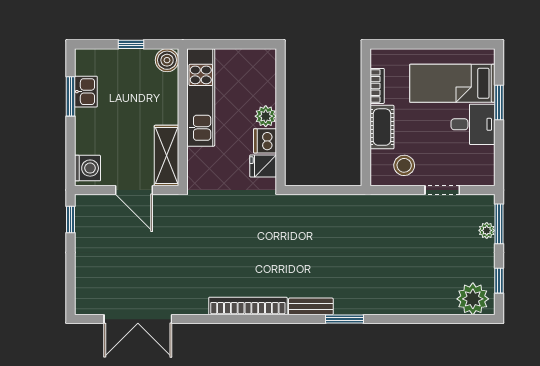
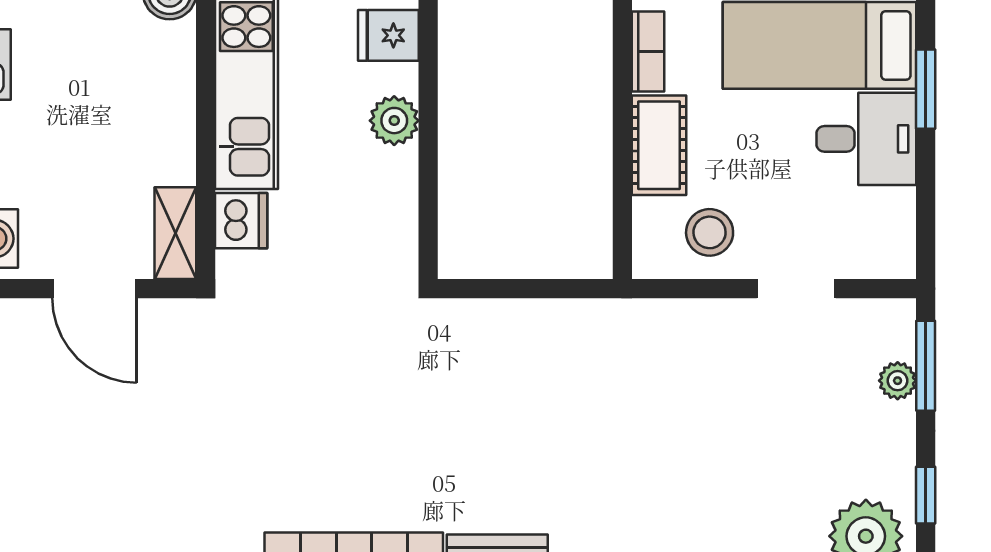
dishwasher: (265, 141) -> (241, 221), moved, turned 180
shelving: (167, 156) -> (175, 233), width x0.67, depth x0.75
fridge: (263, 166) -> (388, 35), moved

